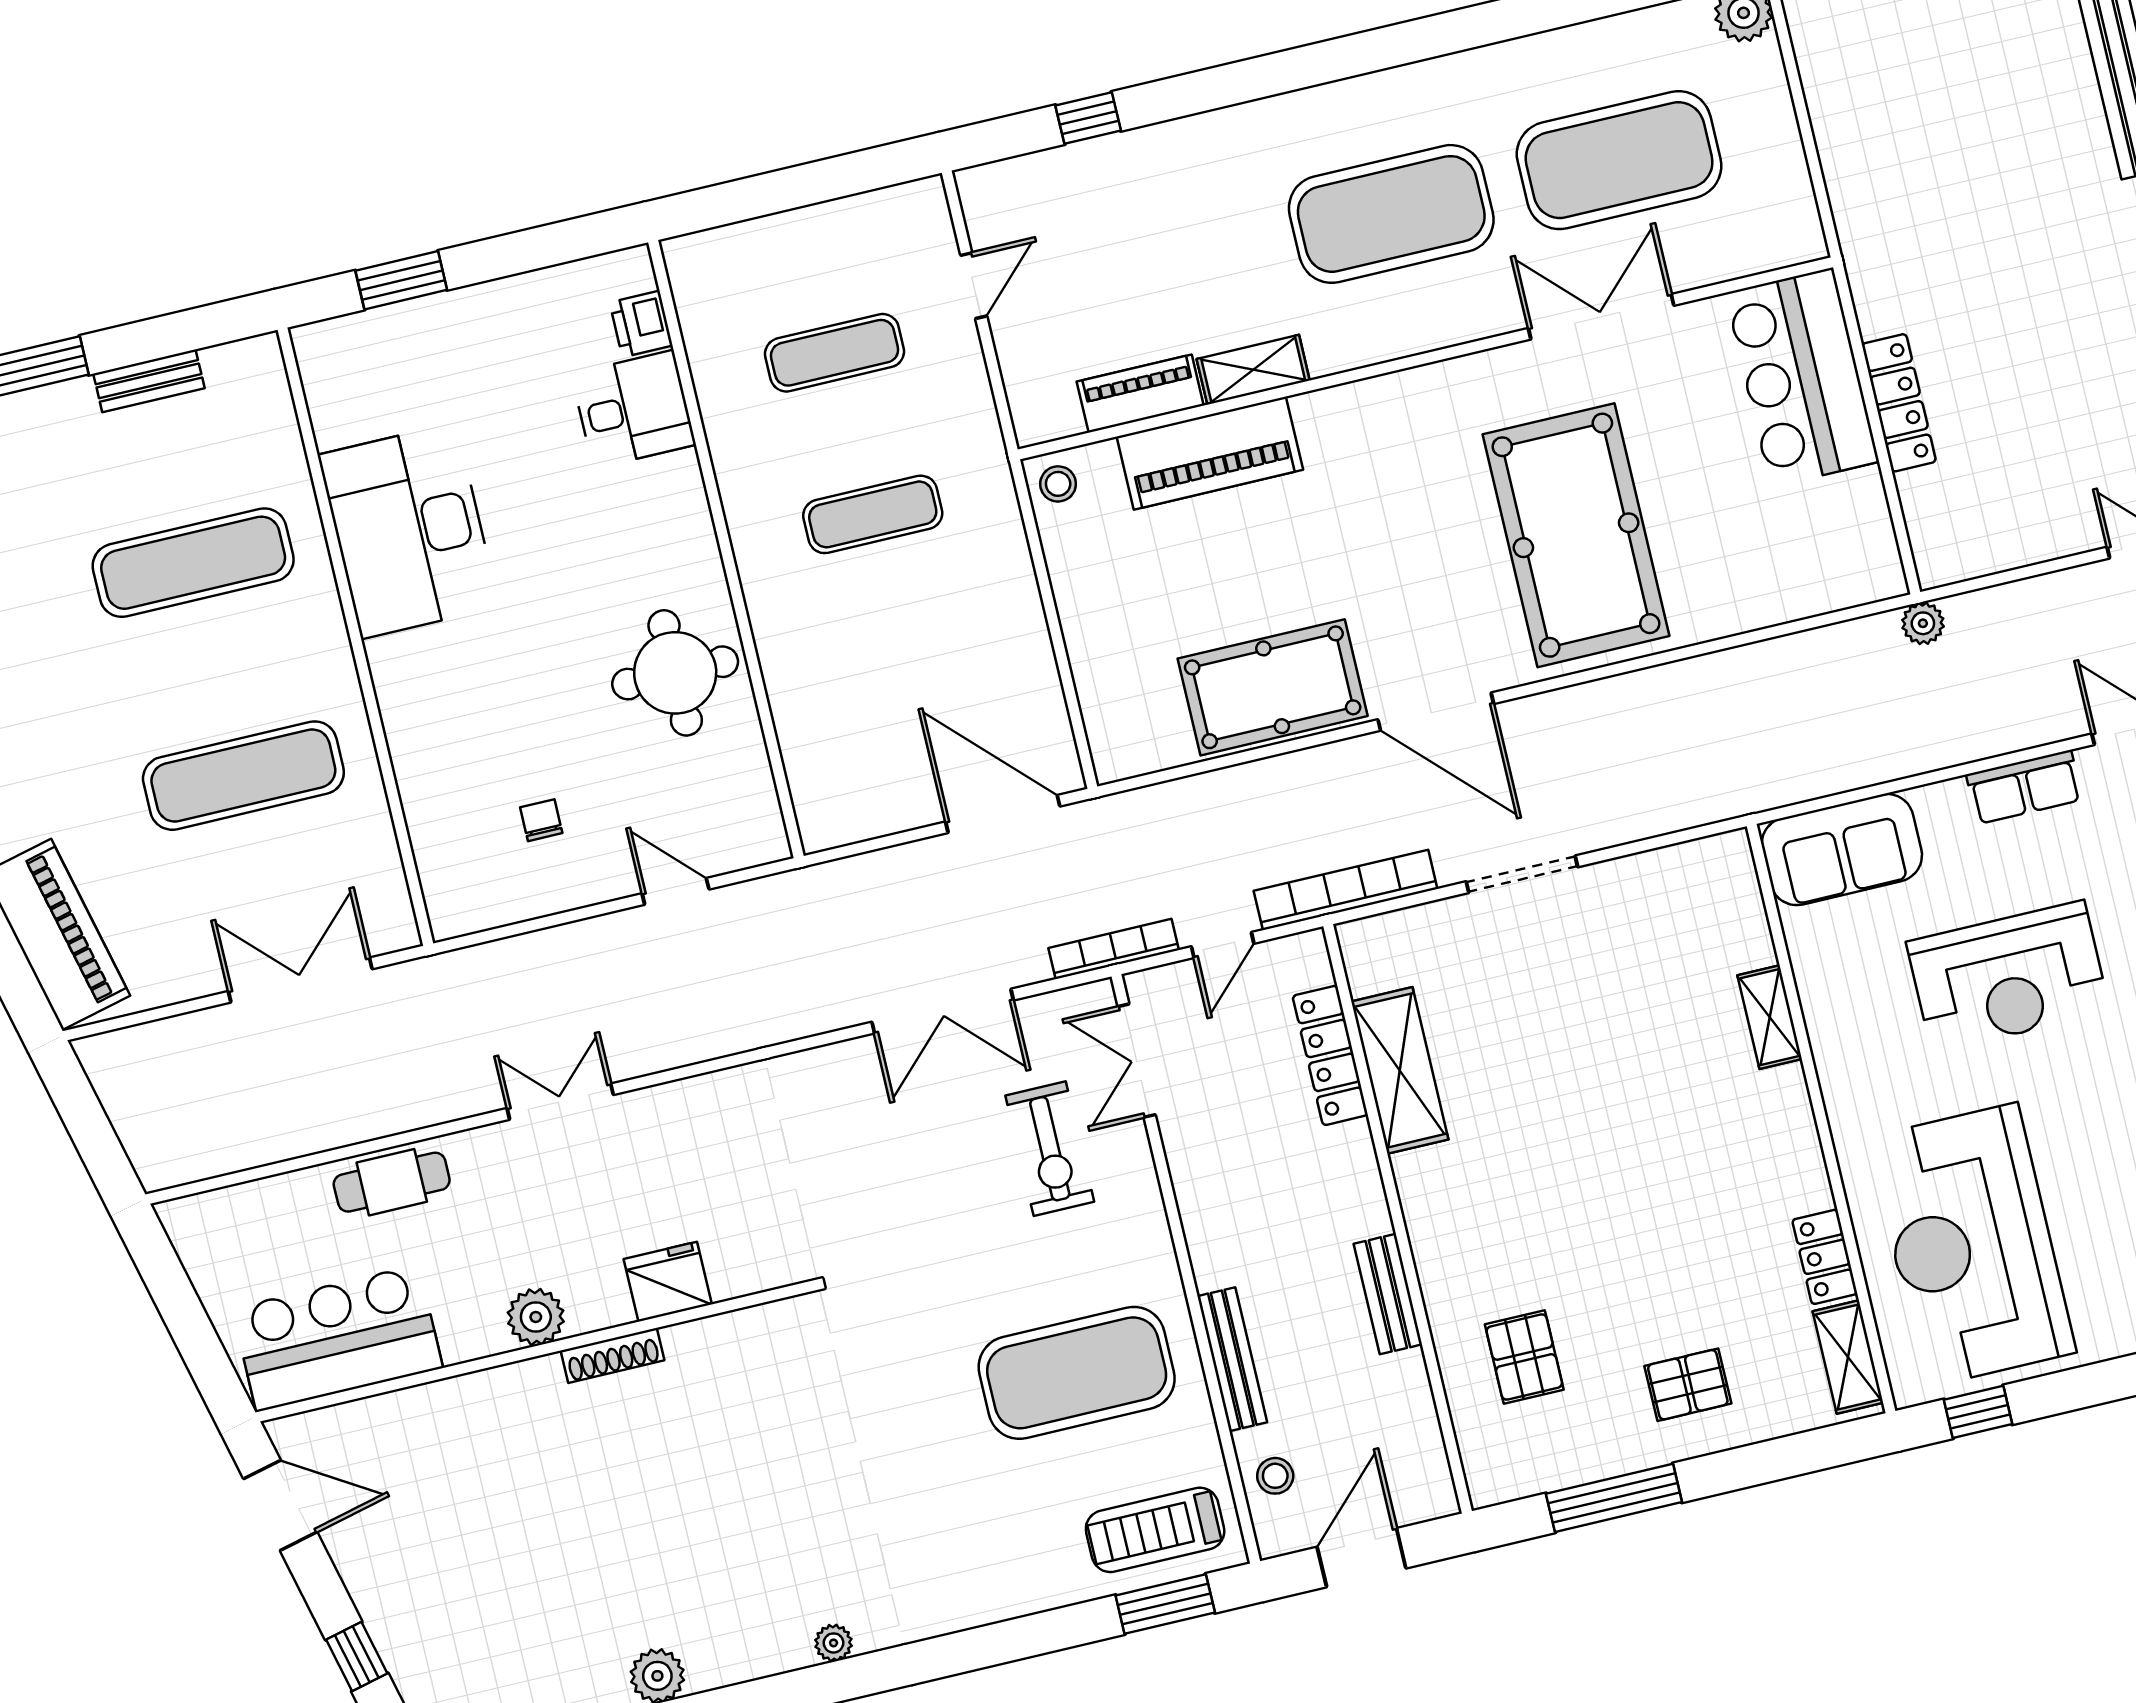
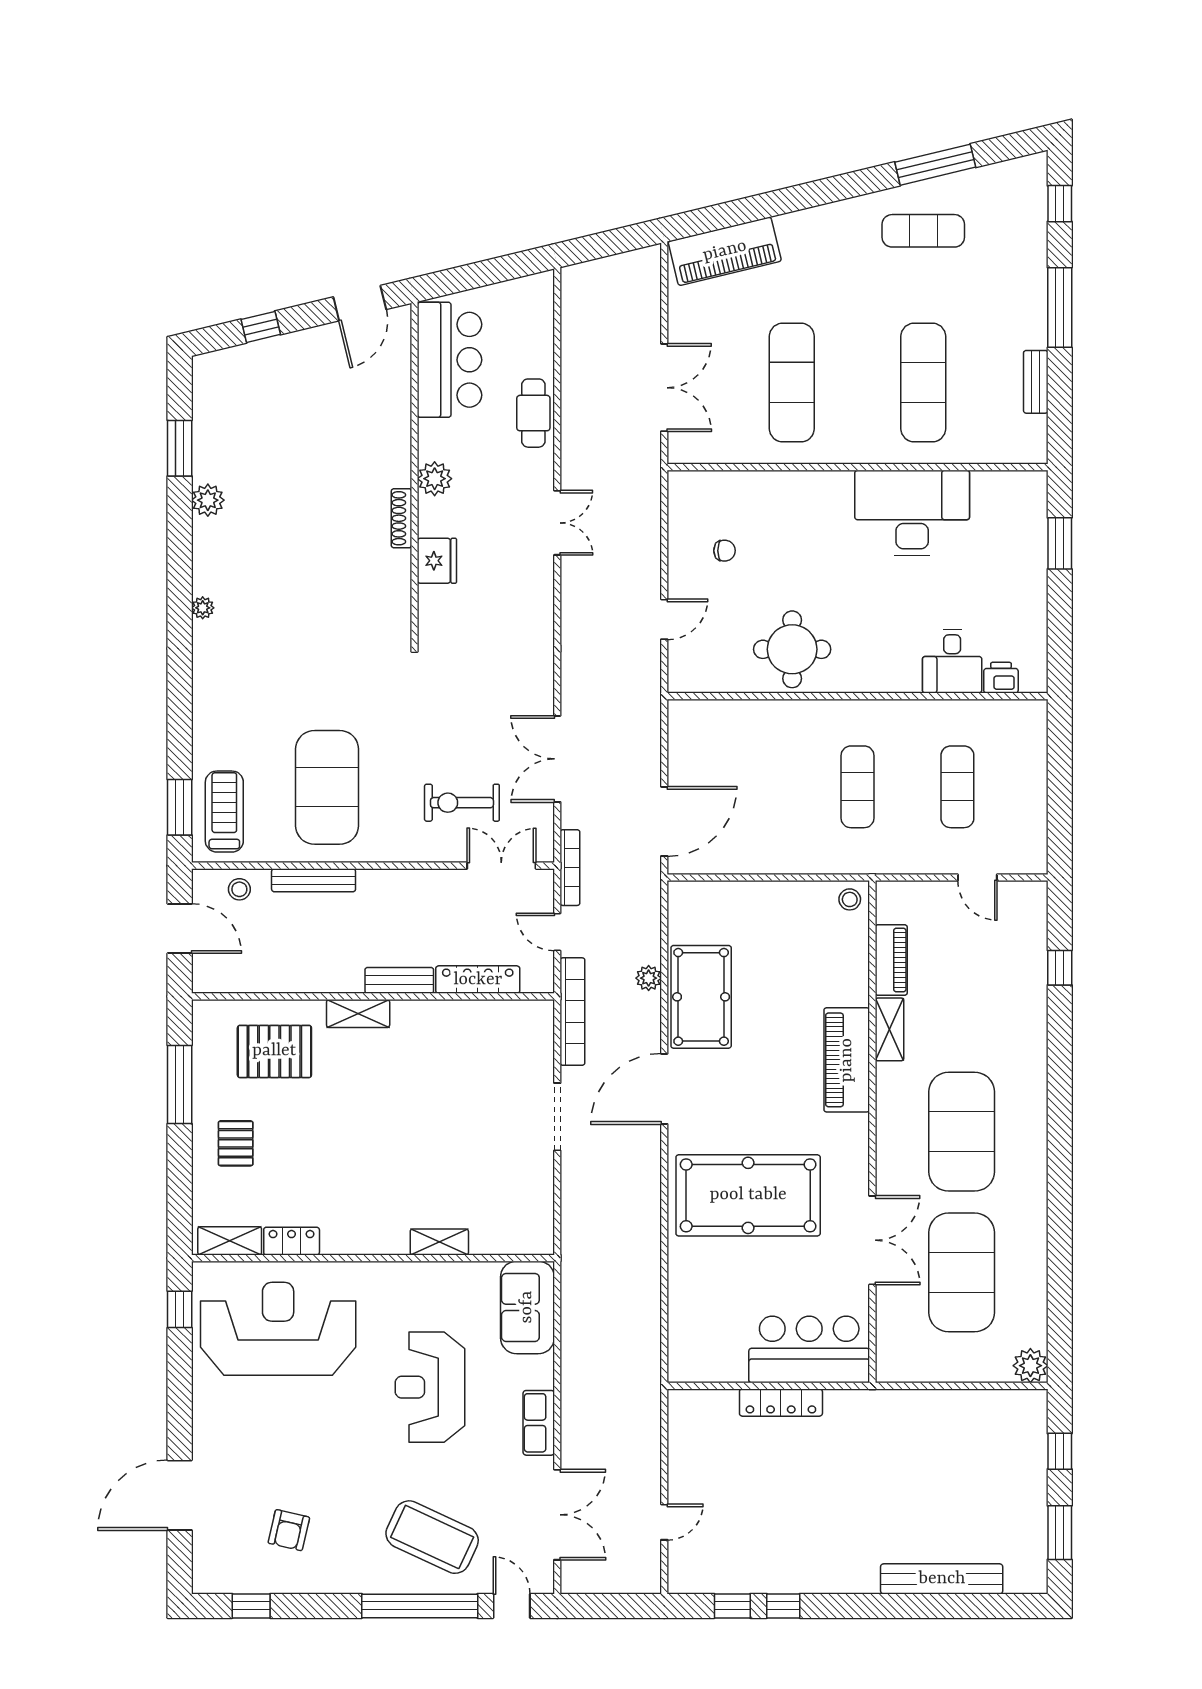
piano: (1210, 453) -> (847, 1060), moved
plant: (1923, 623) -> (649, 978), moved
shelving: (1400, 1070) -> (358, 1014), moved, width x0.67, depth x0.75
bench: (1388, 1294) -> (399, 980), moved
pallet: (1524, 1357) -> (274, 1051), width x1.50, depth x1.42

